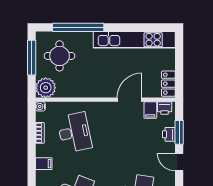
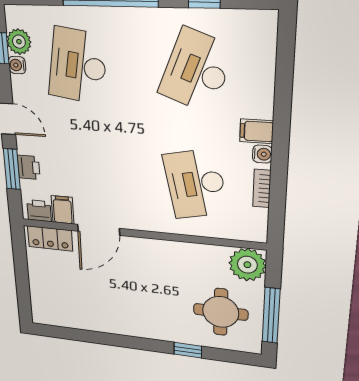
window: (78, 27) -> (188, 350), width x0.32
kitchen unit: (134, 40) -> (95, 320), removed
locker: (168, 84) -> (50, 239), moved, turned 90
water cooler: (40, 106) -> (262, 154), moved

